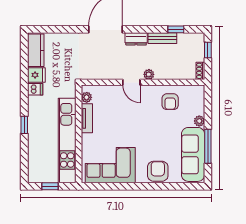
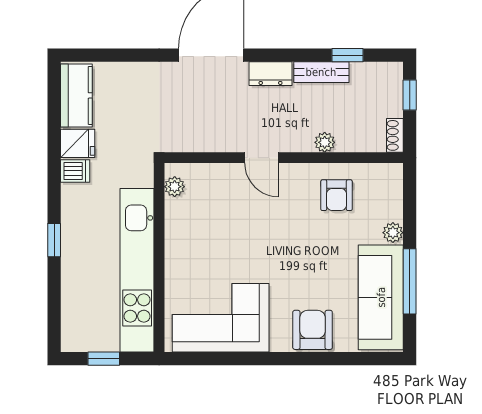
plant: (149, 74) -> (325, 142), moved
tv unit: (87, 118) -> (175, 227), removed

